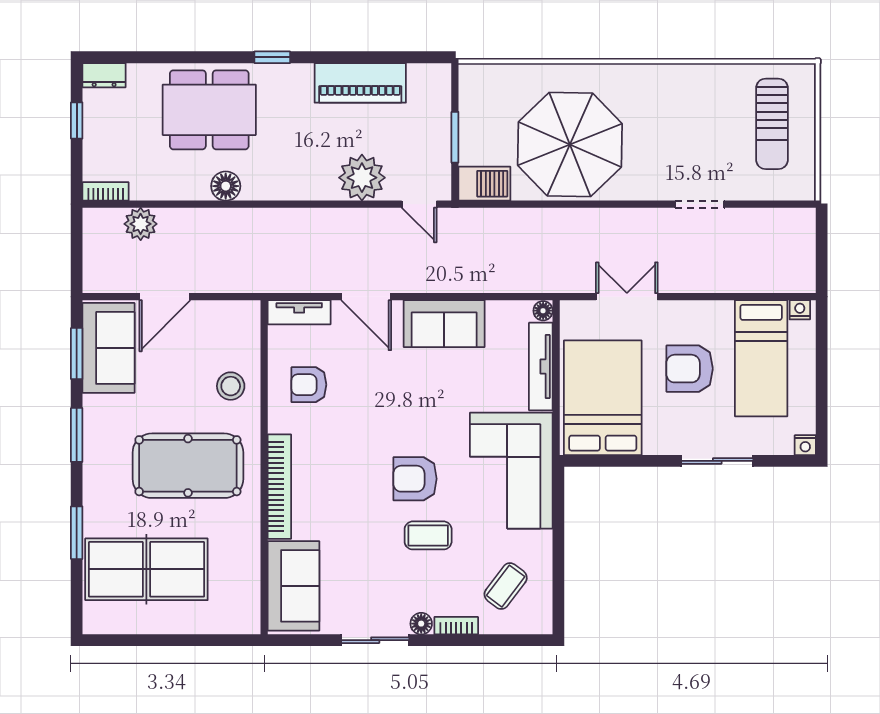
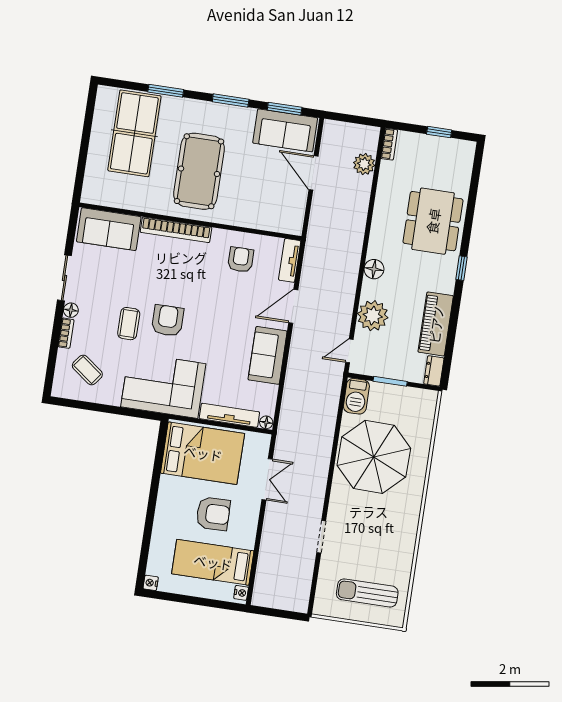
dresser: (104, 75) -> (434, 371), moved
floor lamp: (226, 186) -> (374, 269), moved
armchair: (690, 369) -> (213, 514), turned 89
stool: (231, 386) -> (248, 208), removed
sliding door: (717, 461) -> (149, 523), removed

